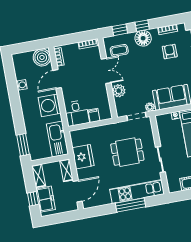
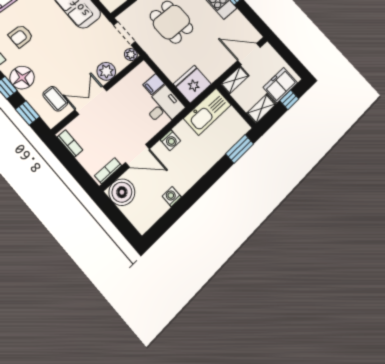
washing machine: (50, 105) -> (170, 140), width x0.53, depth x0.53
plant: (150, 107) -> (131, 55), moved
fridge: (83, 157) -> (192, 84), moved

